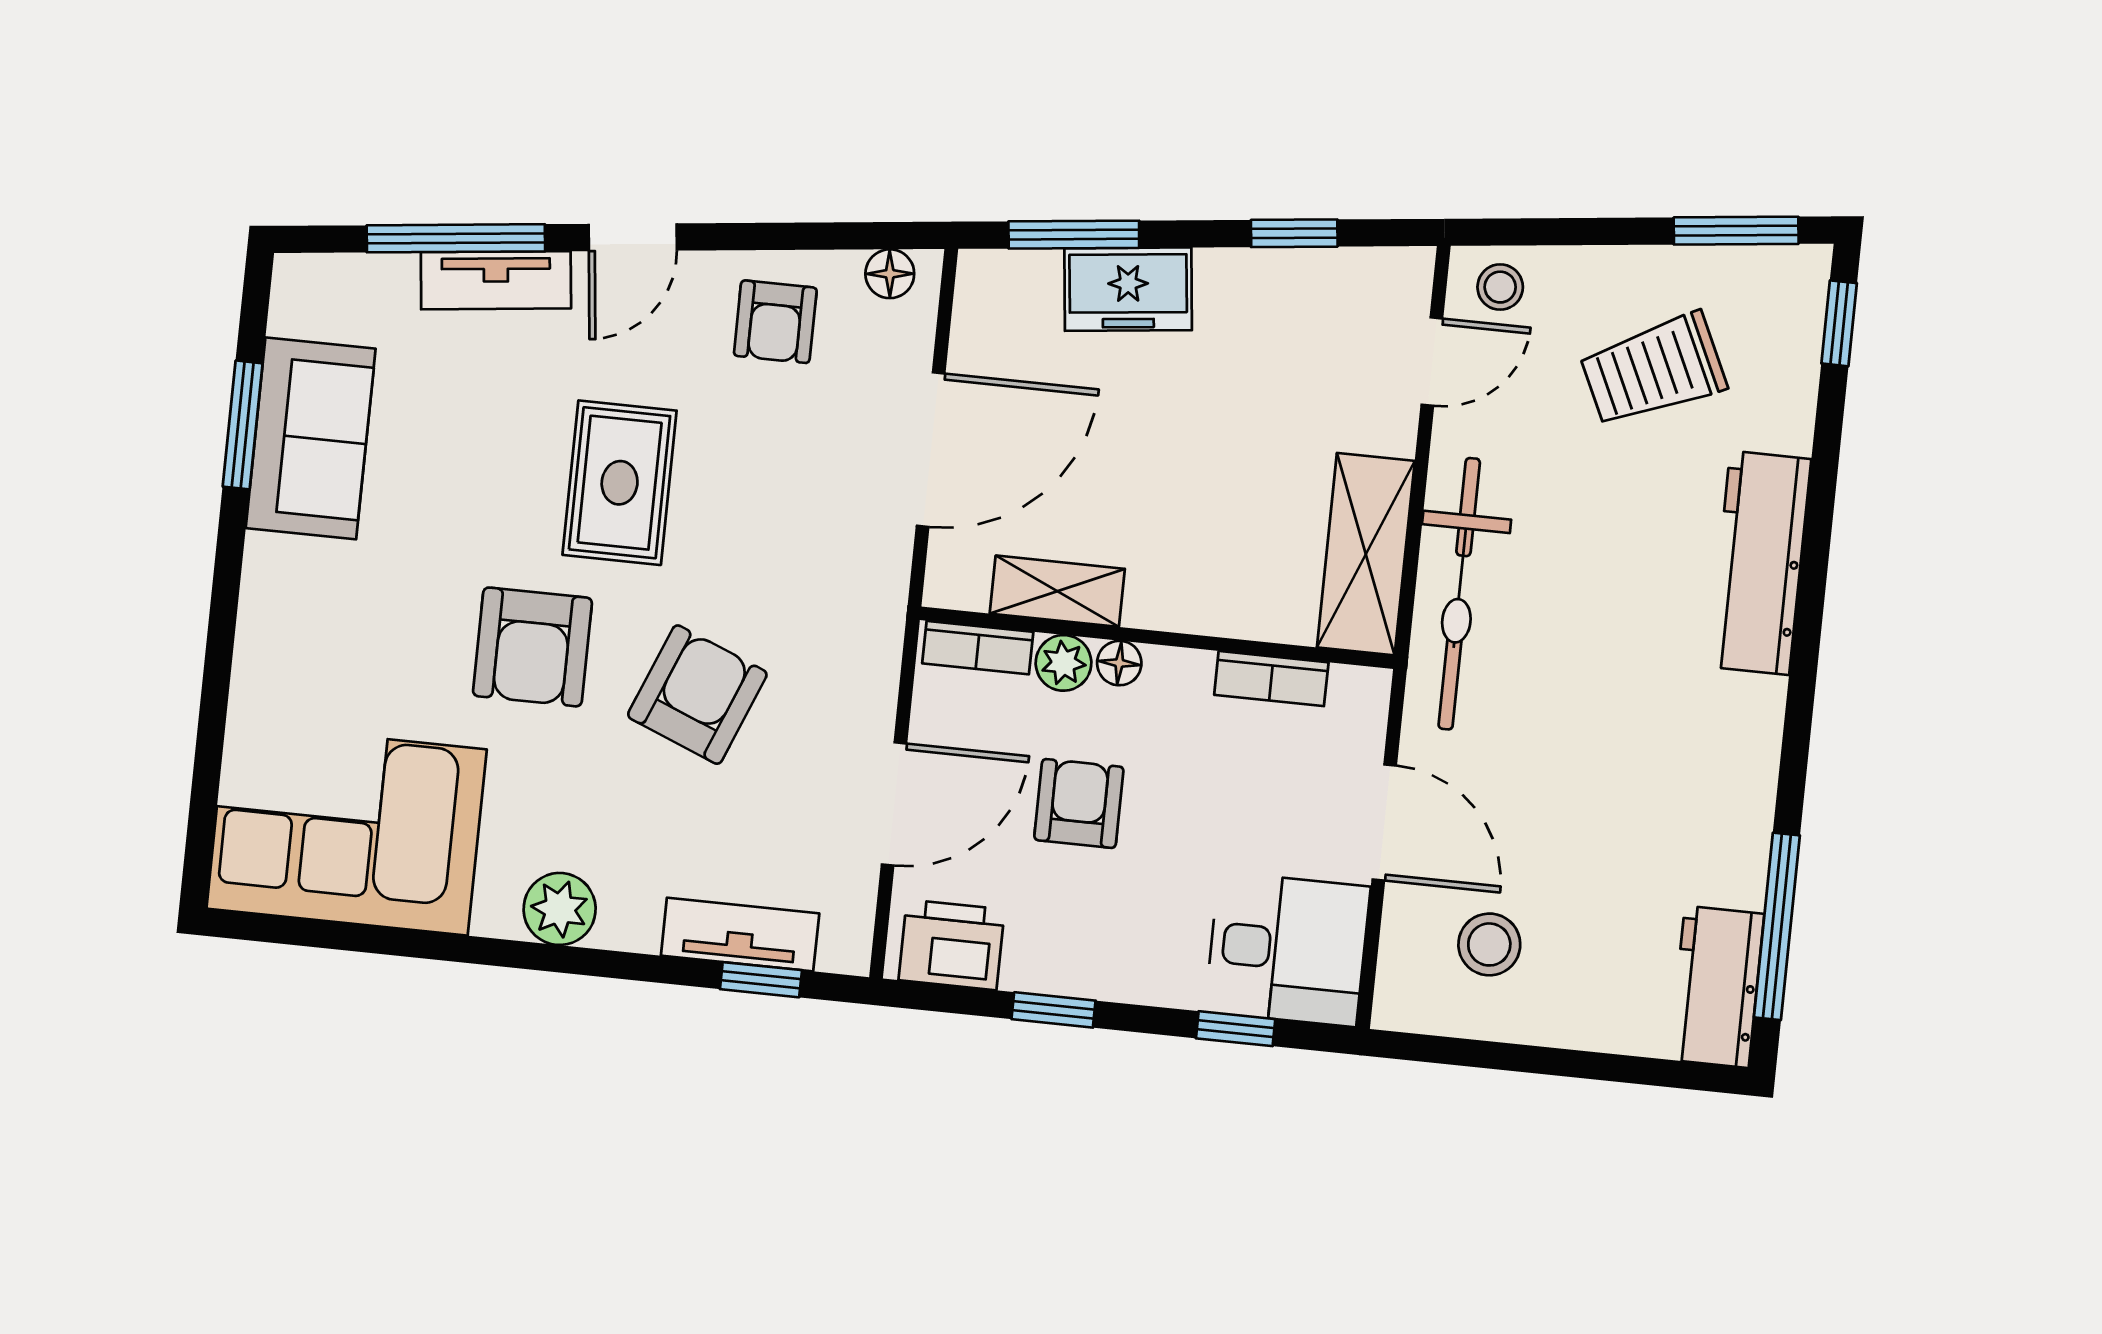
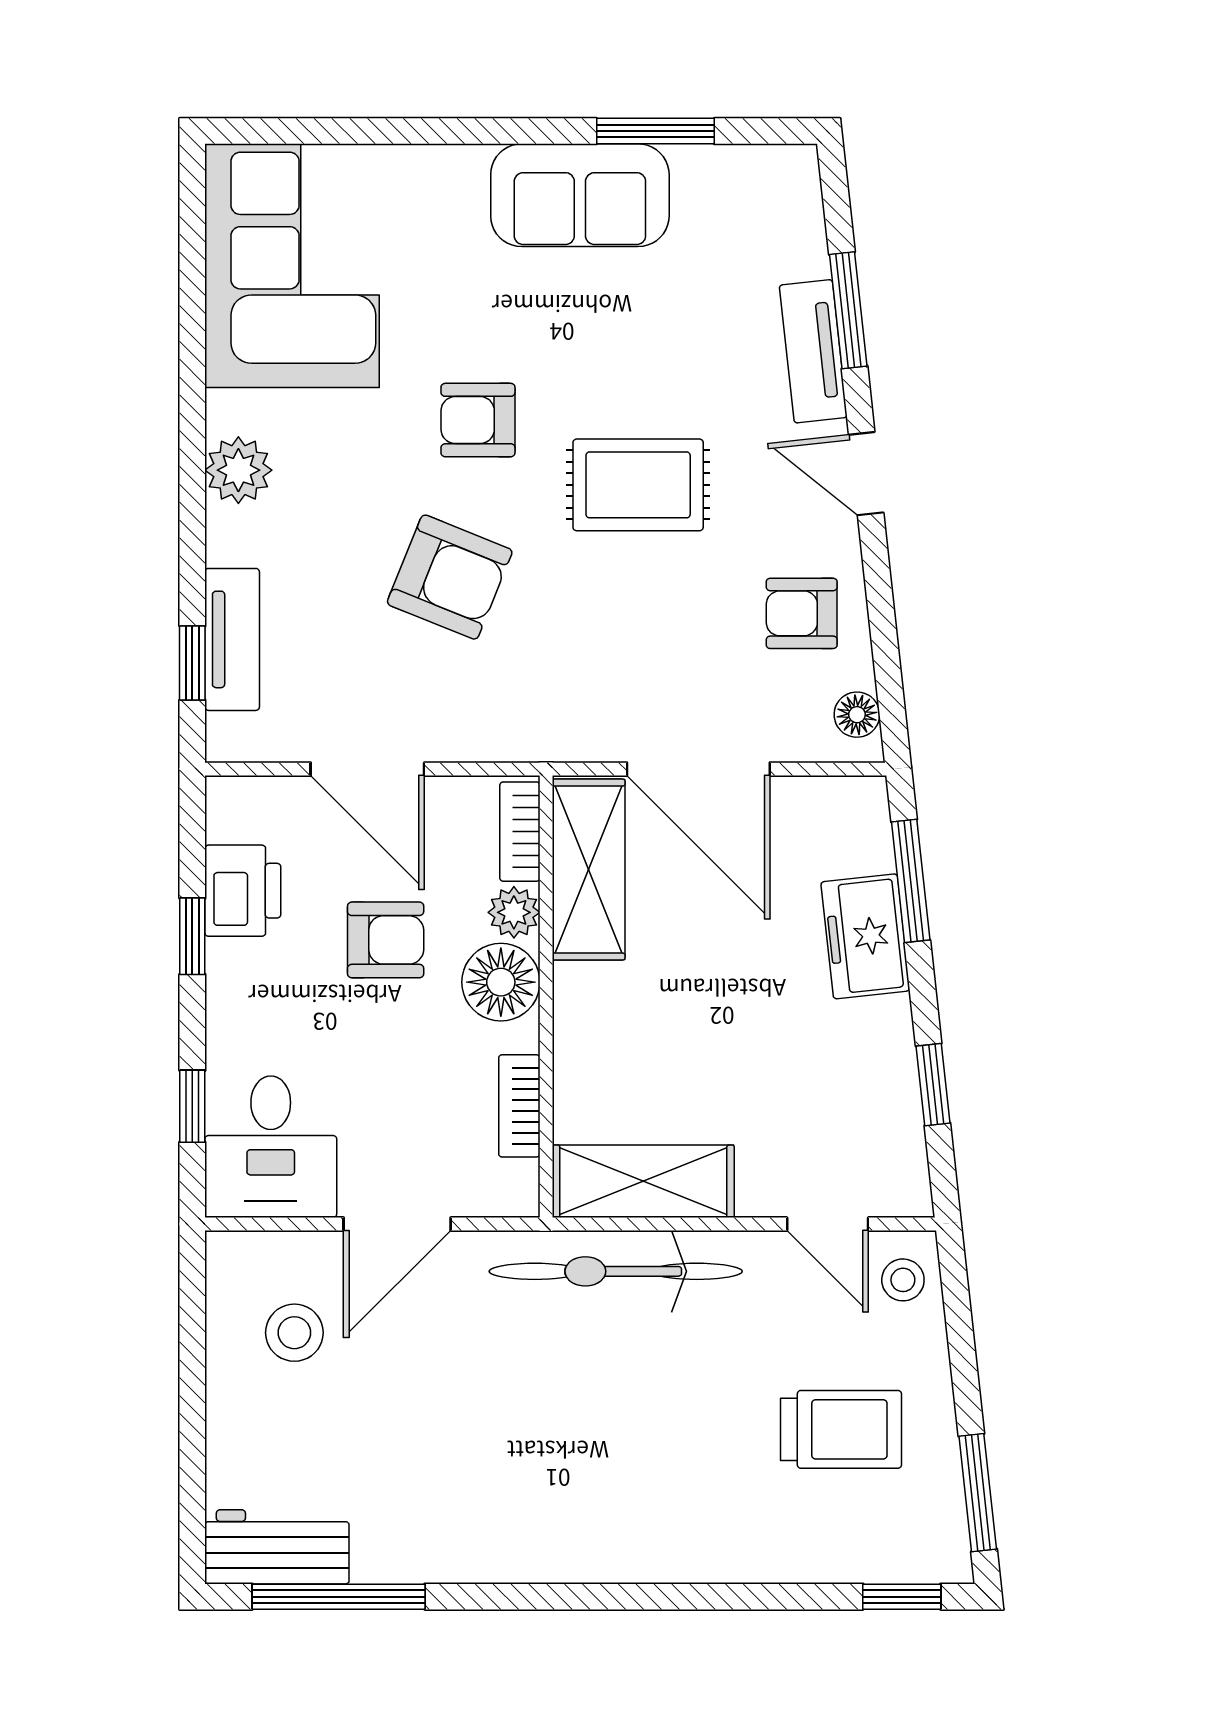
window: (456, 238) -> (848, 310), width x0.69
trolley: (1653, 370) -> (841, 1429), turned 115
sofa: (311, 438) -> (580, 195), moved
workbench: (1760, 563) -> (673, 1546), removed
shelving: (1057, 591) -> (589, 870), width x1.50, depth x1.33
armchair: (532, 647) -> (478, 420), width x0.72, depth x0.72
floor lamp: (1119, 663) -> (501, 982), width x1.89, depth x1.89
printer: (952, 945) -> (243, 891), moved

